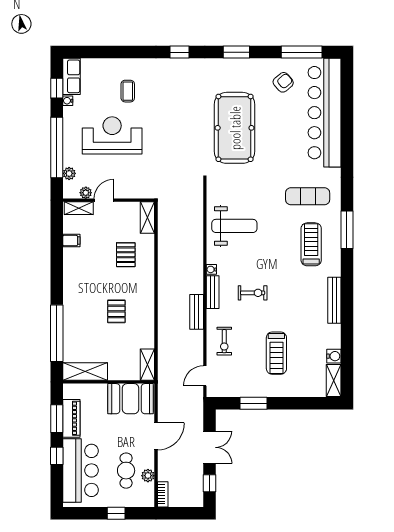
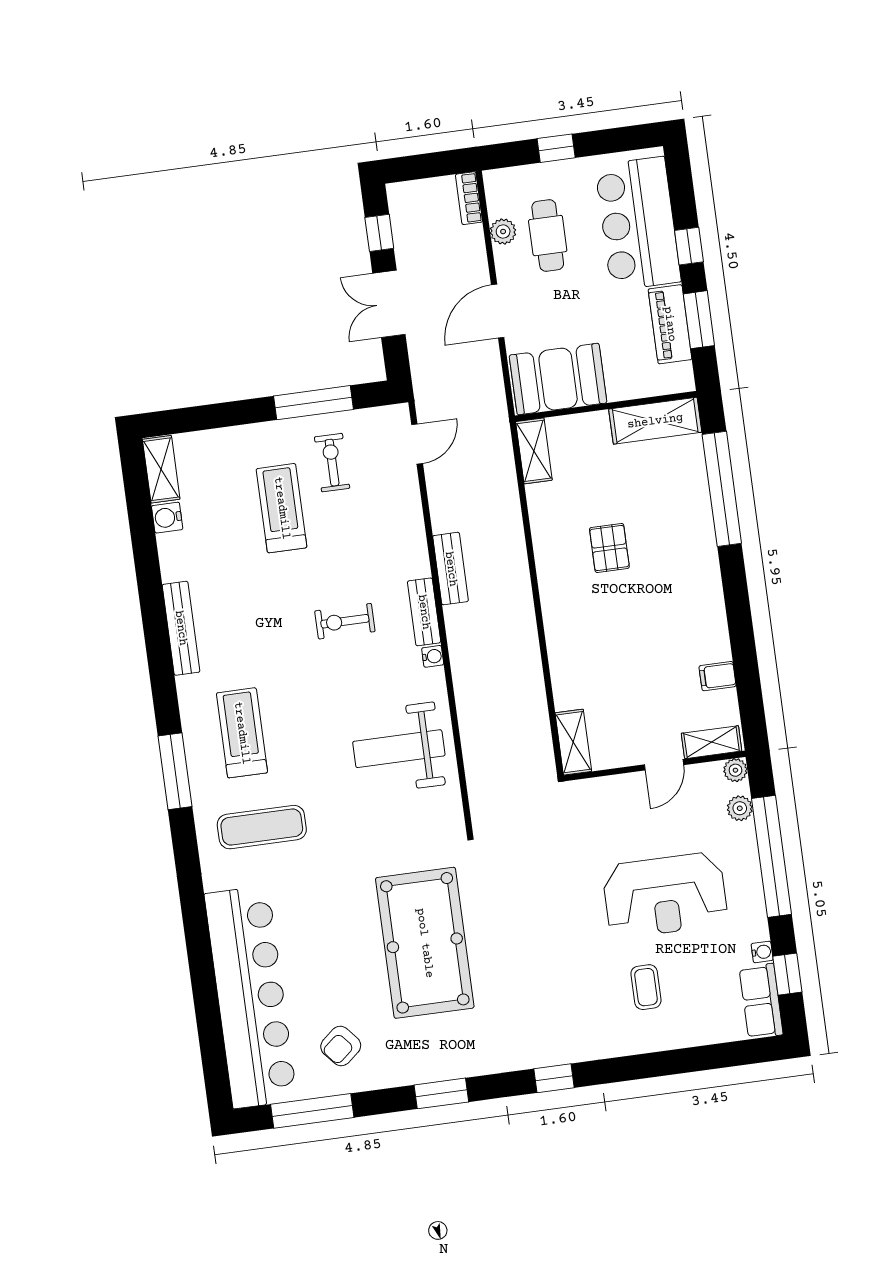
plant: (86, 193) -> (735, 770), moved
treadmill: (311, 244) -> (242, 733), turned 180
pallet: (126, 255) -> (606, 663), removed
exercise bike: (224, 341) -> (332, 463), moved
window: (253, 403) -> (314, 403), width x1.44

